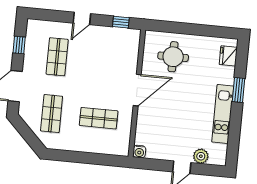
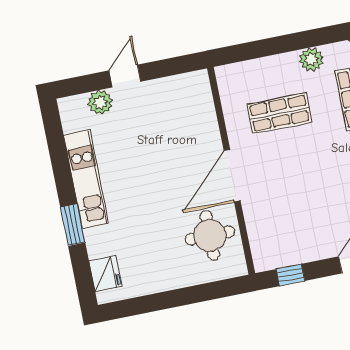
round table: (173, 57) -> (210, 236), moved
plant: (71, 144) -> (311, 59), added
water cooler: (139, 152) -> (199, 80), removed

